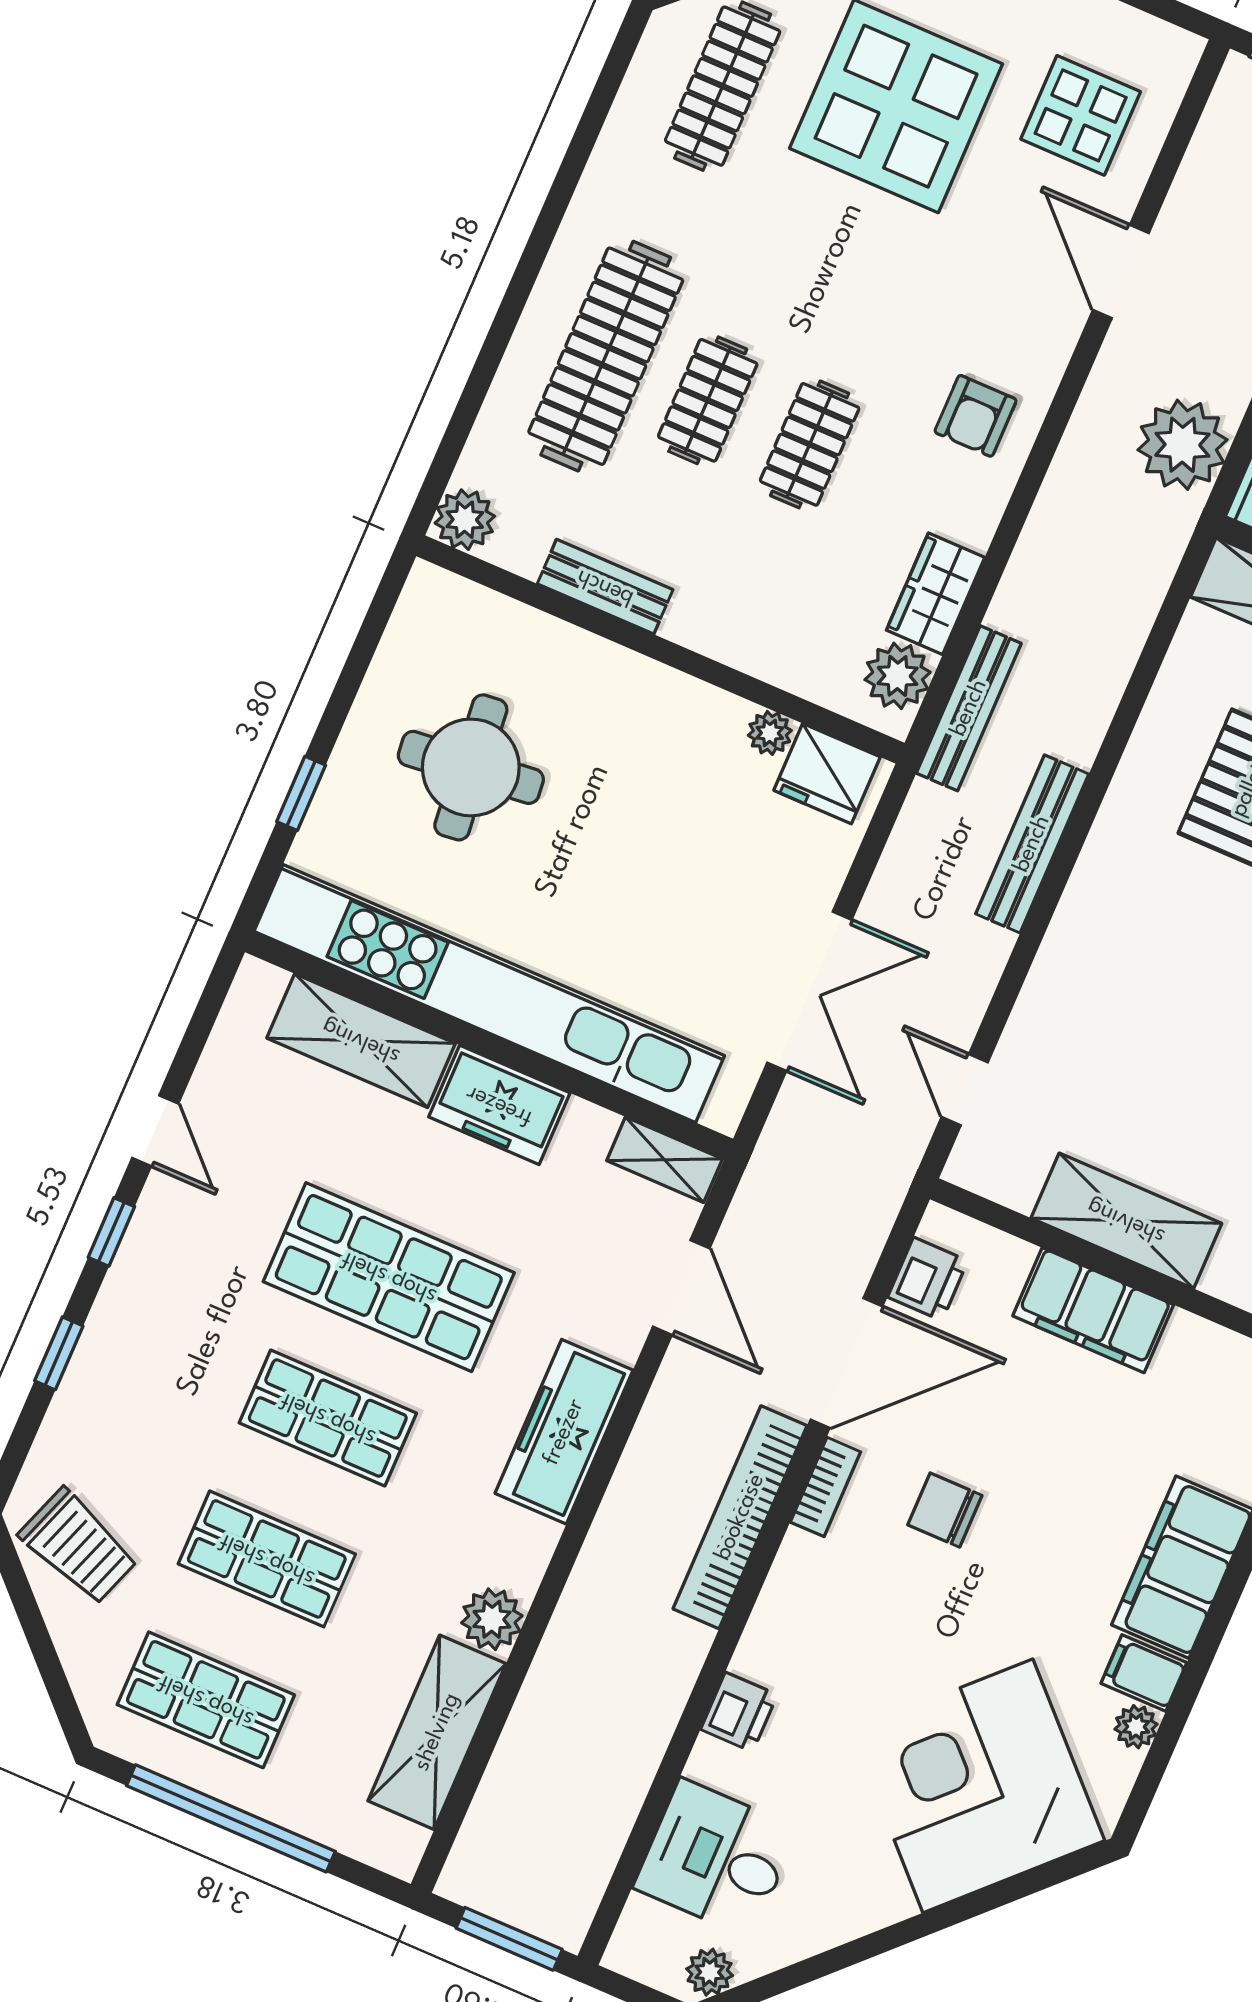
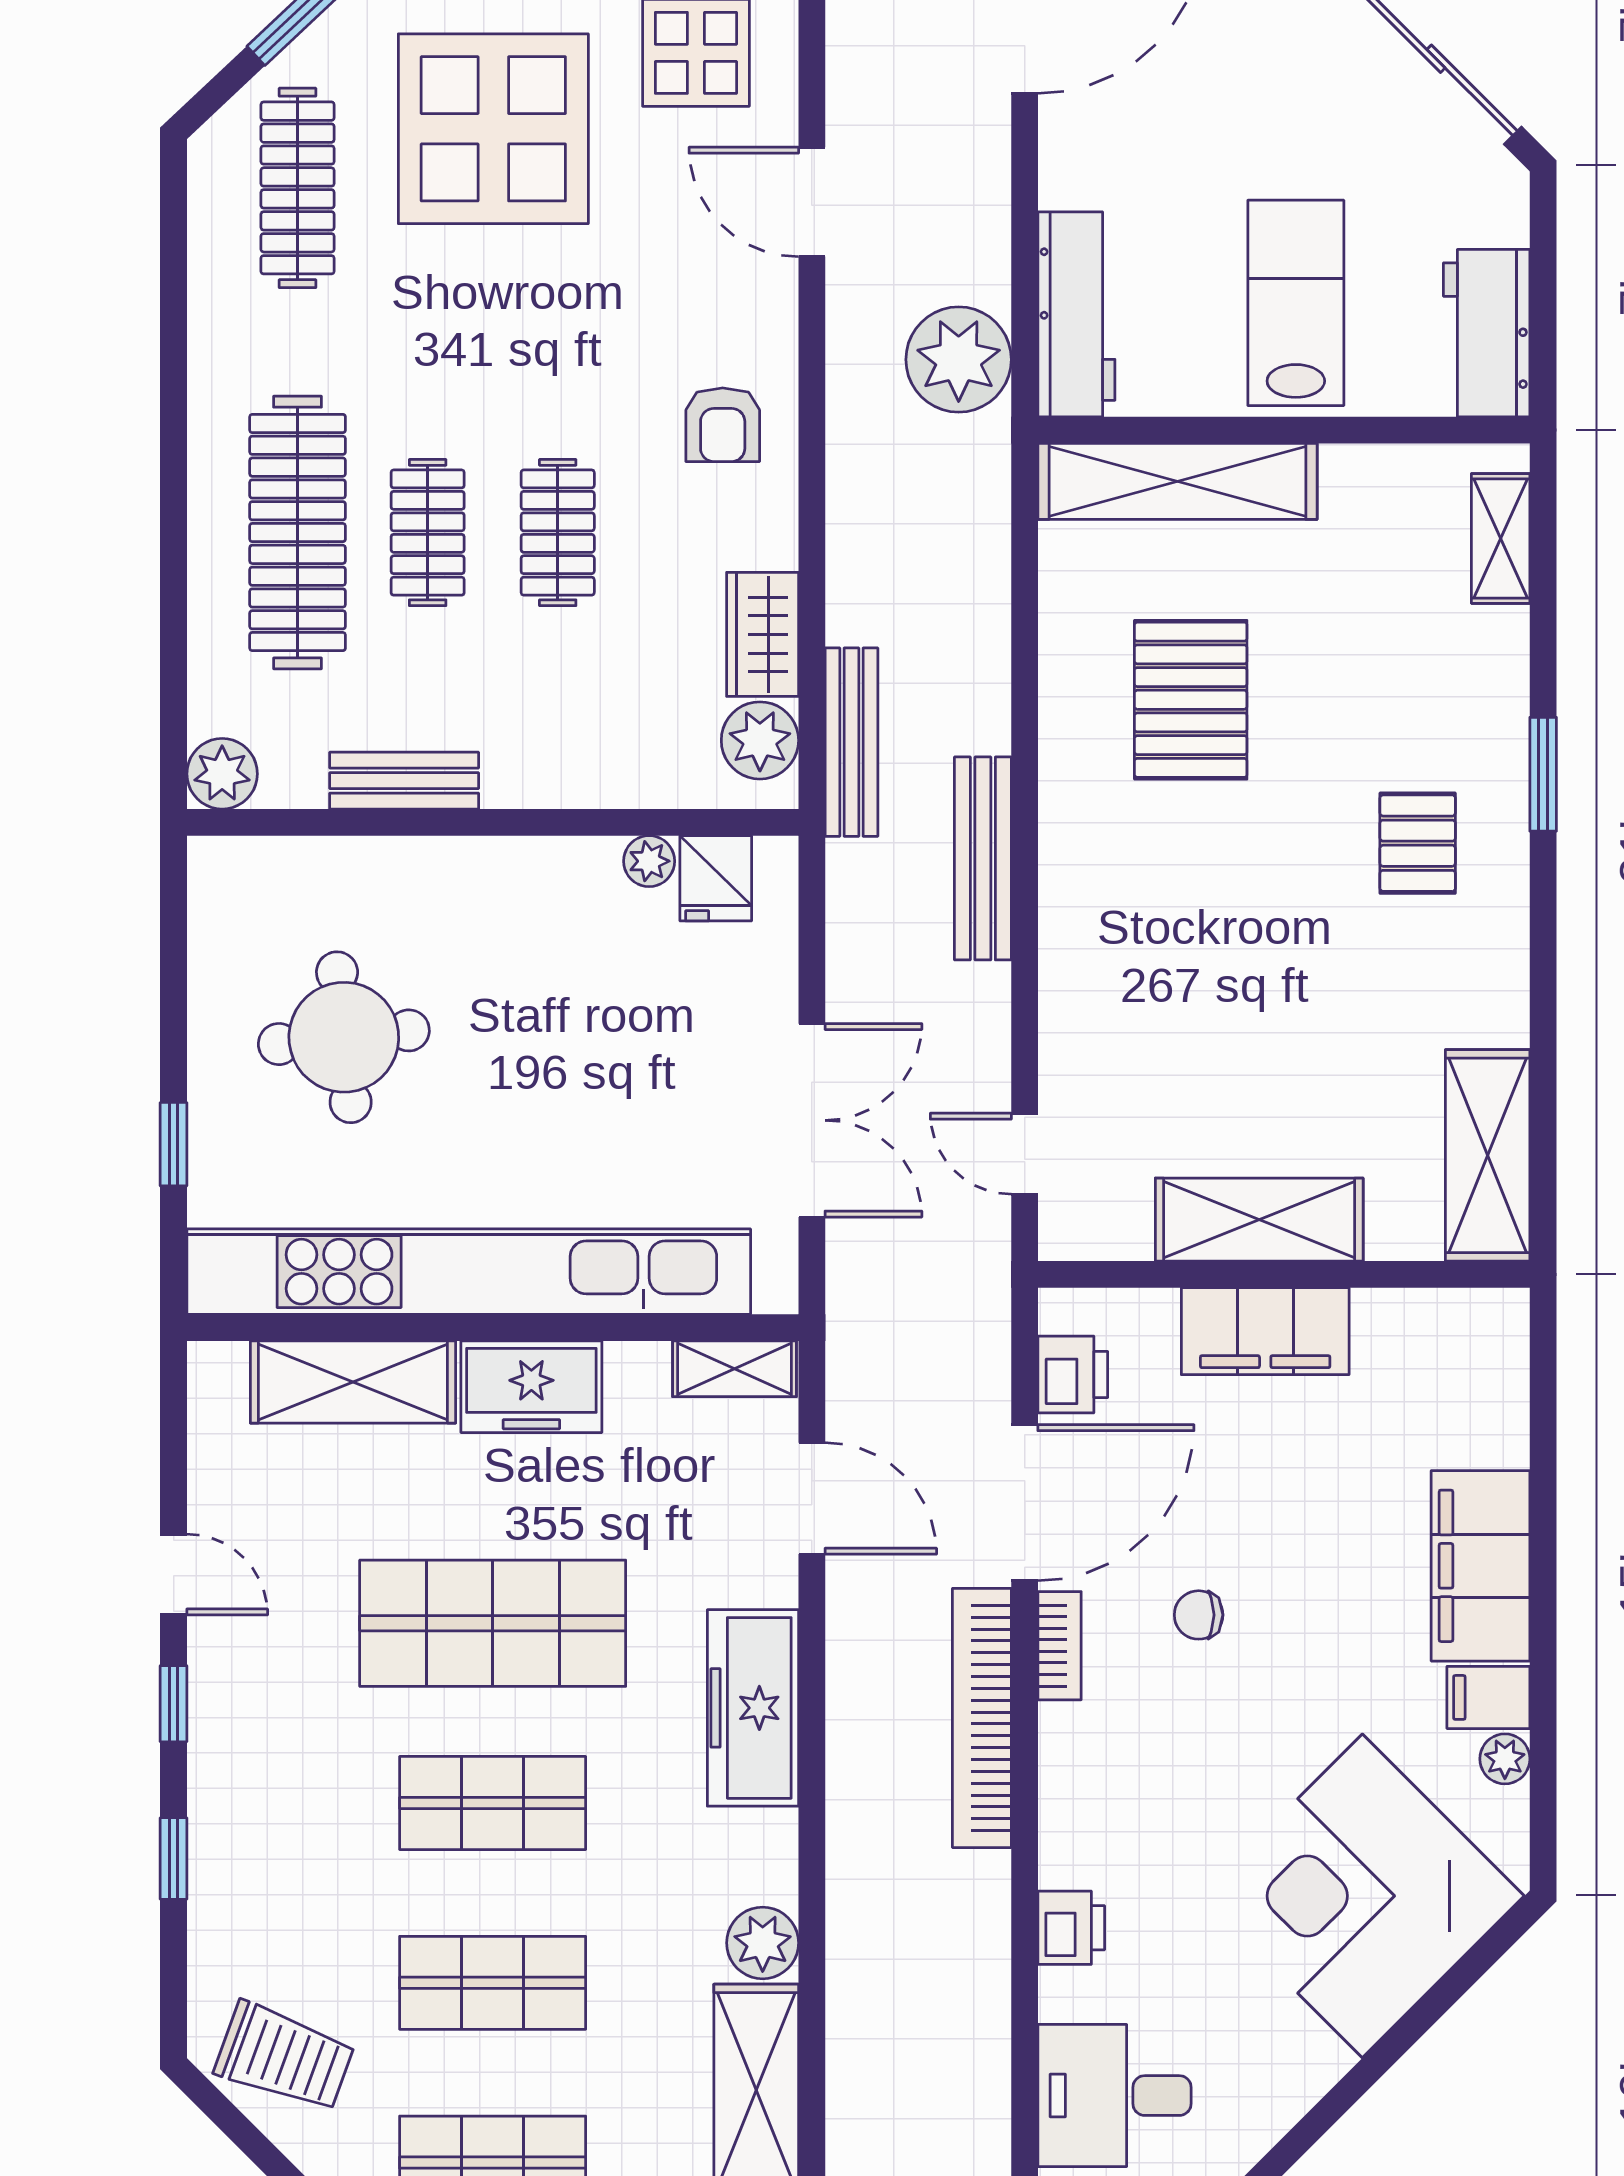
fridge: (827, 774) -> (716, 878), width x0.72
chair: (945, 1510) -> (1199, 1615), width x0.73, depth x0.73

